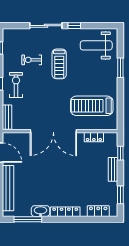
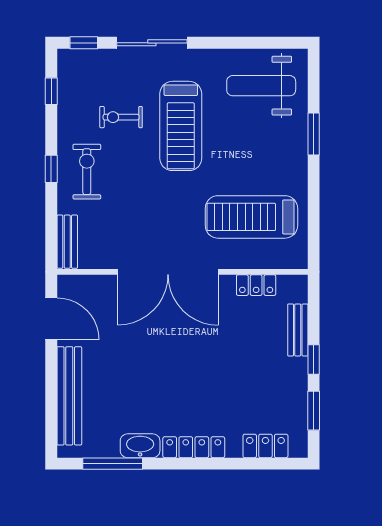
window: (74, 26) -> (84, 43), moved
treadmill: (59, 64) -> (181, 126), width x1.37, depth x1.38
window: (120, 153) -> (314, 359), moved
bench: (113, 169) -> (298, 330), moved

